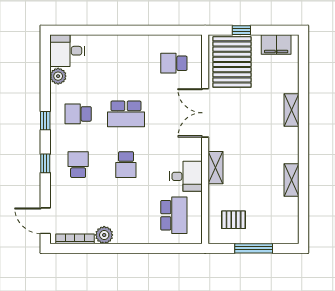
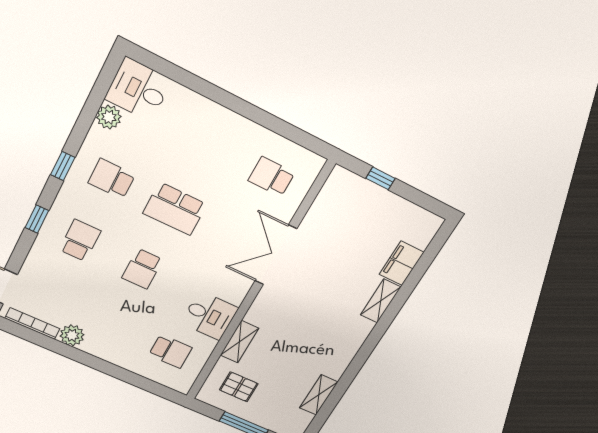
filing cabinet: (276, 45) -> (402, 263), moved, turned 90
pallet: (232, 62) -> (345, 211), removed
shelving: (216, 168) -> (239, 342), moved
shelving: (292, 180) -> (319, 395), moved
school desk: (174, 215) -> (170, 351), width x0.54

